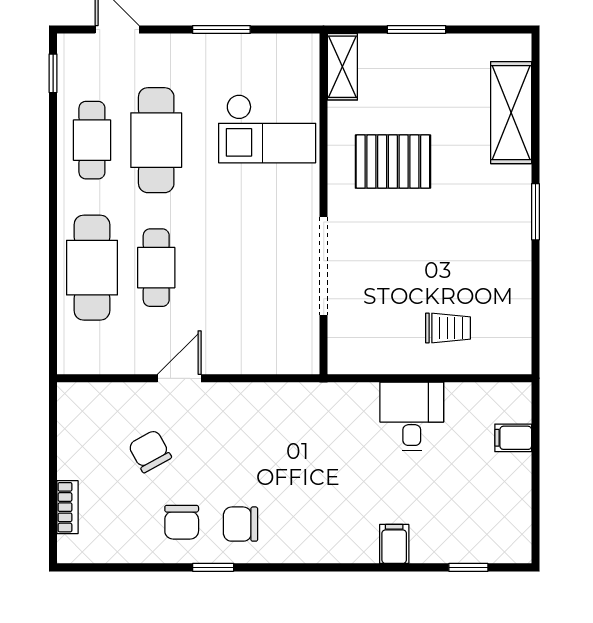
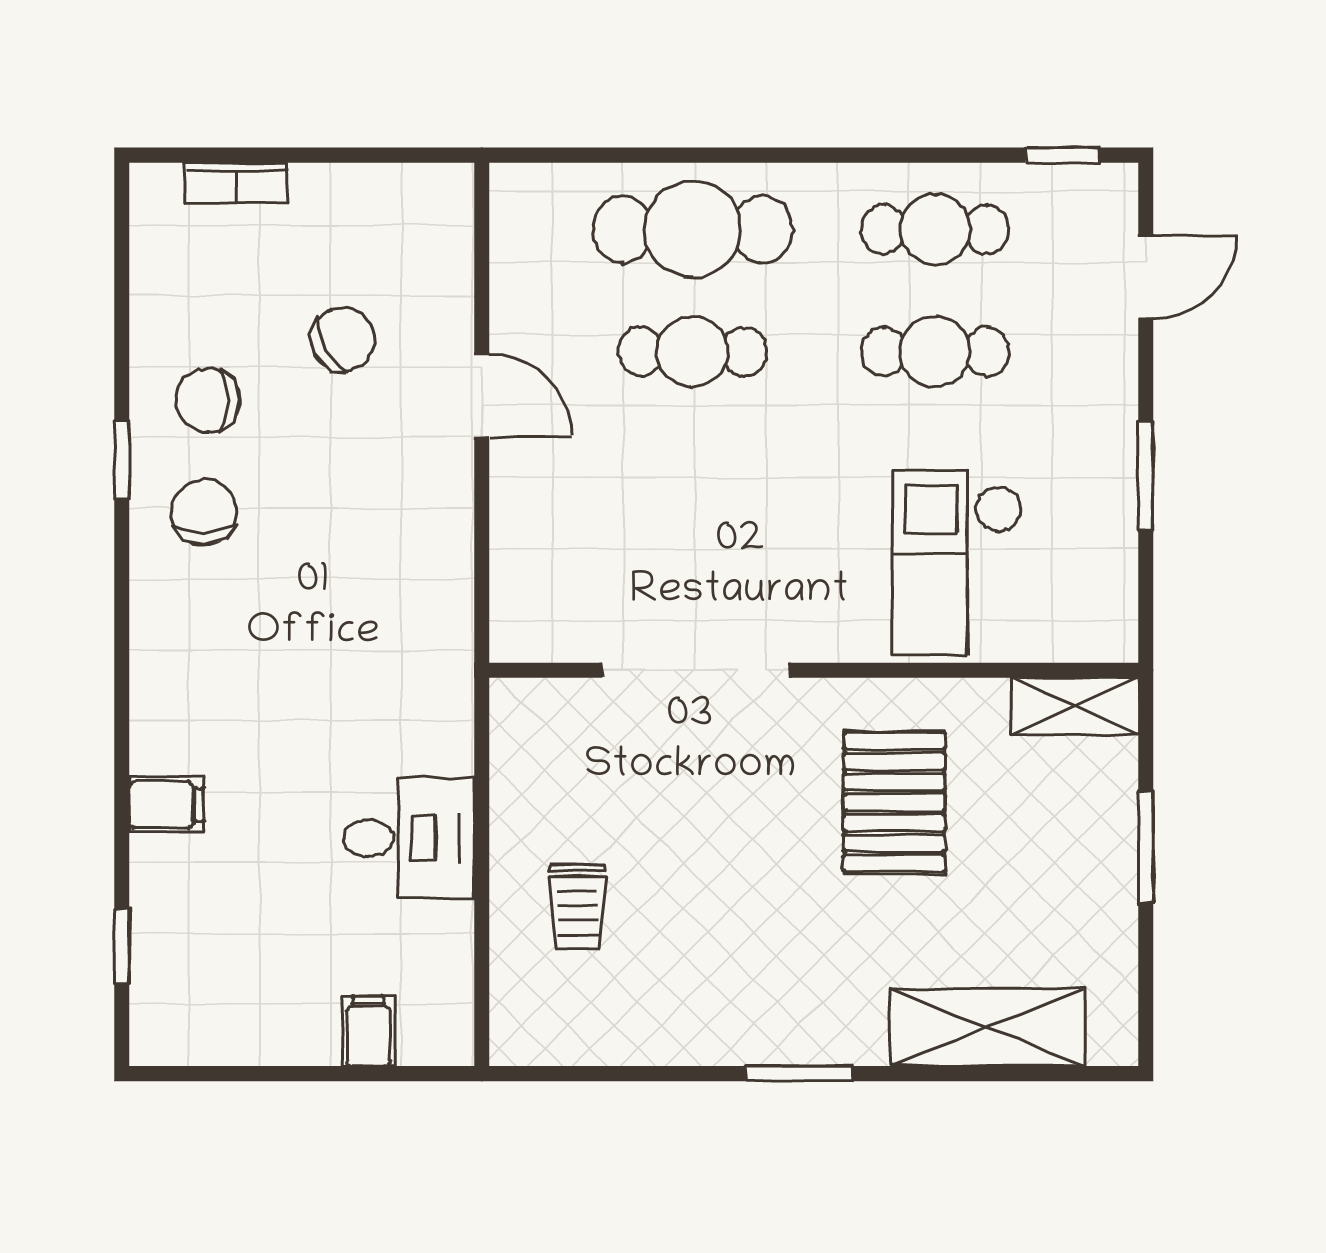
cafe table: (156, 140) -> (935, 352), width x0.73, depth x0.74

